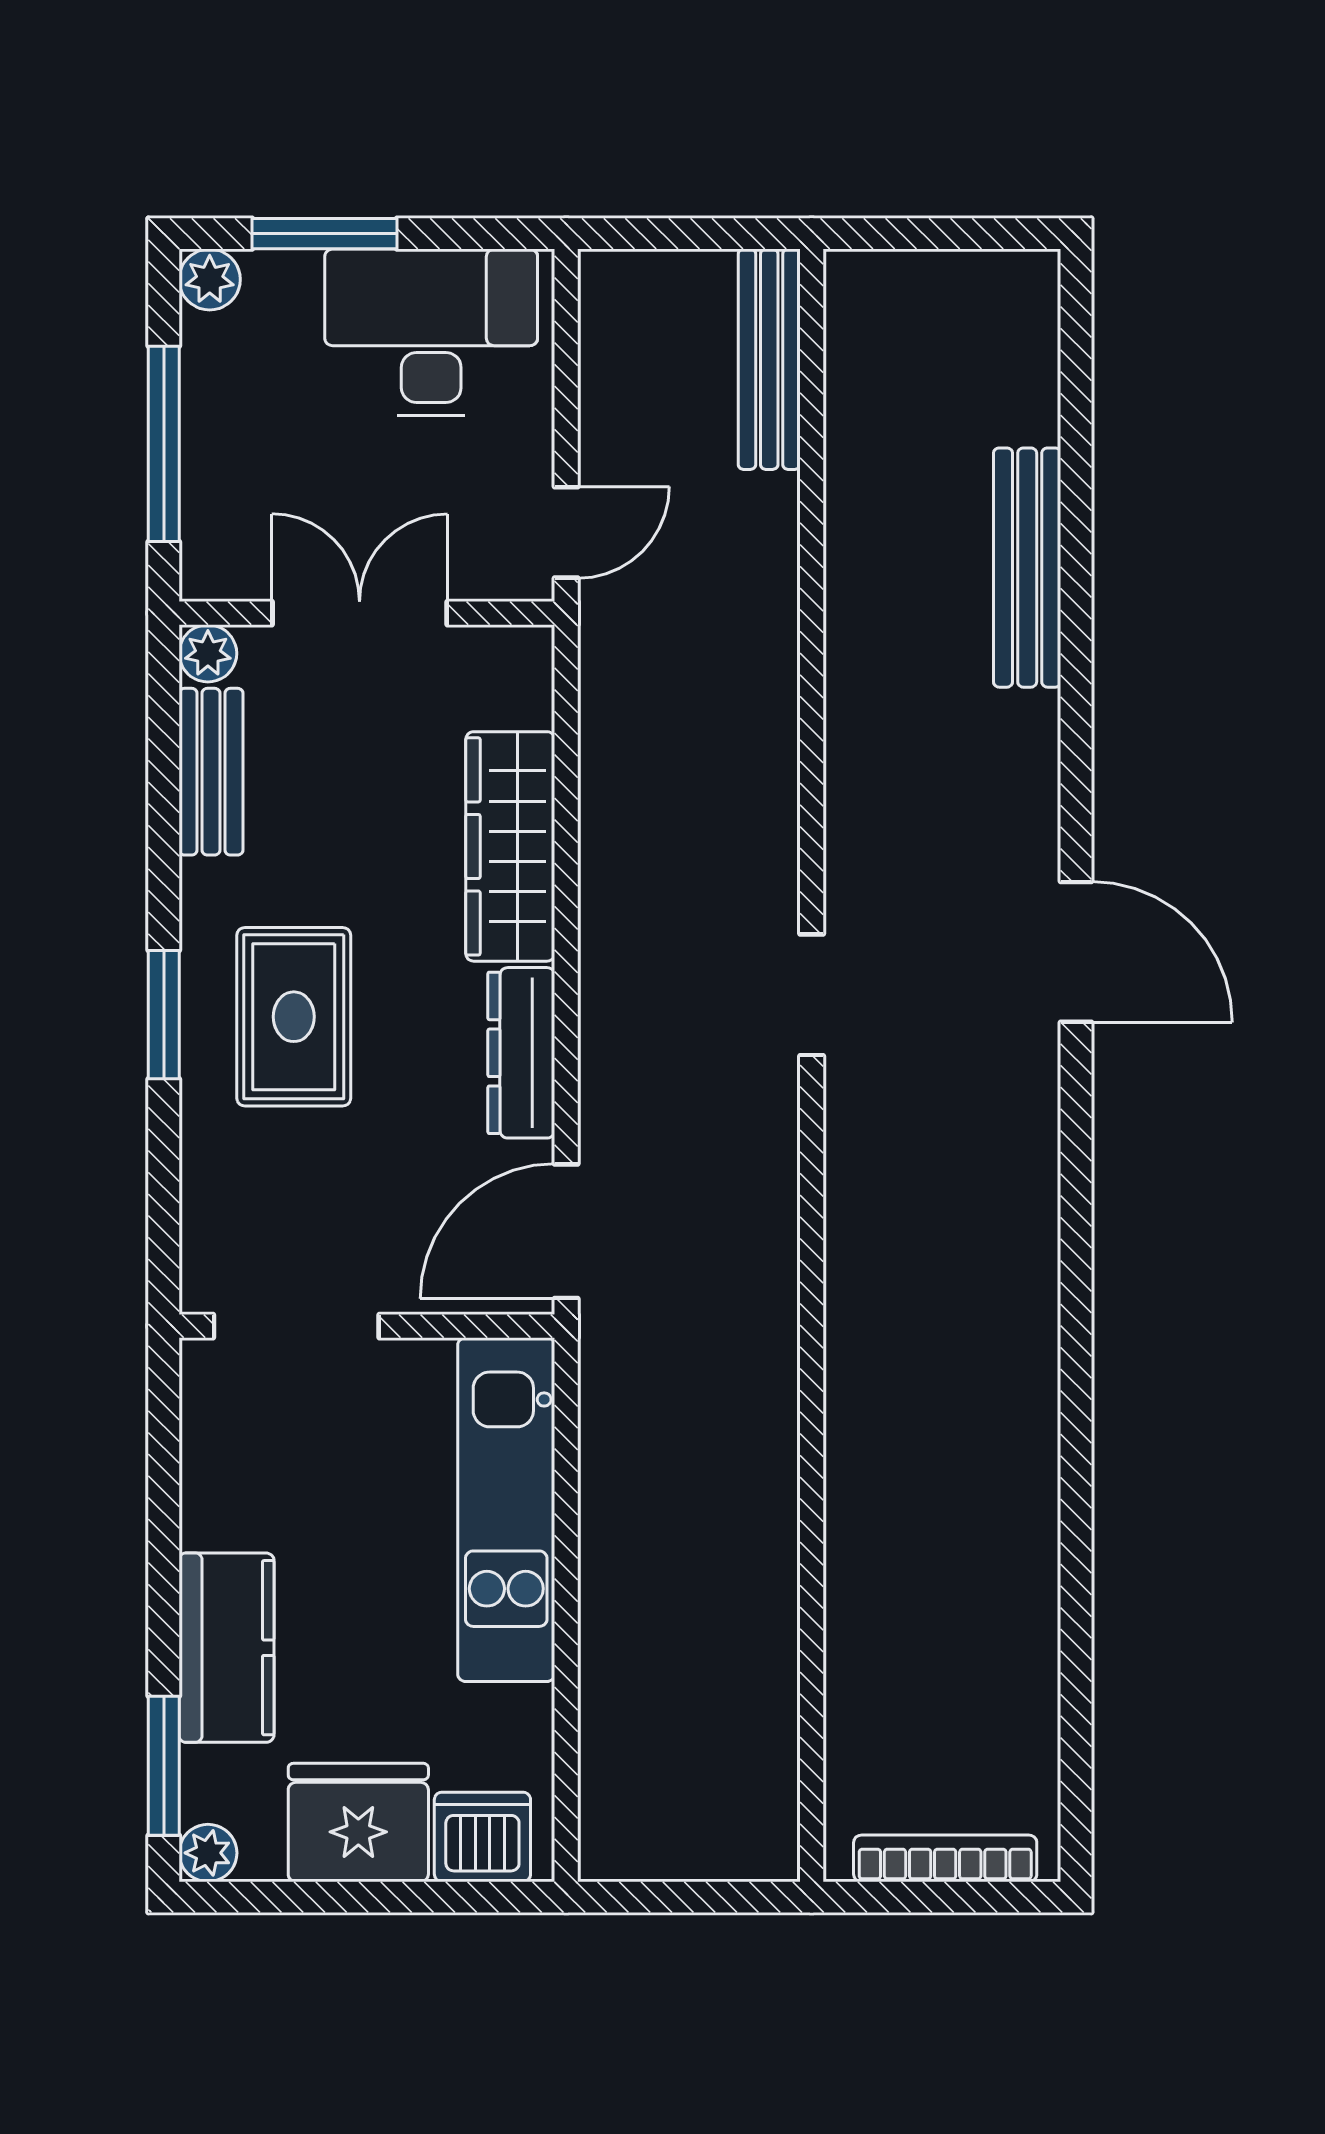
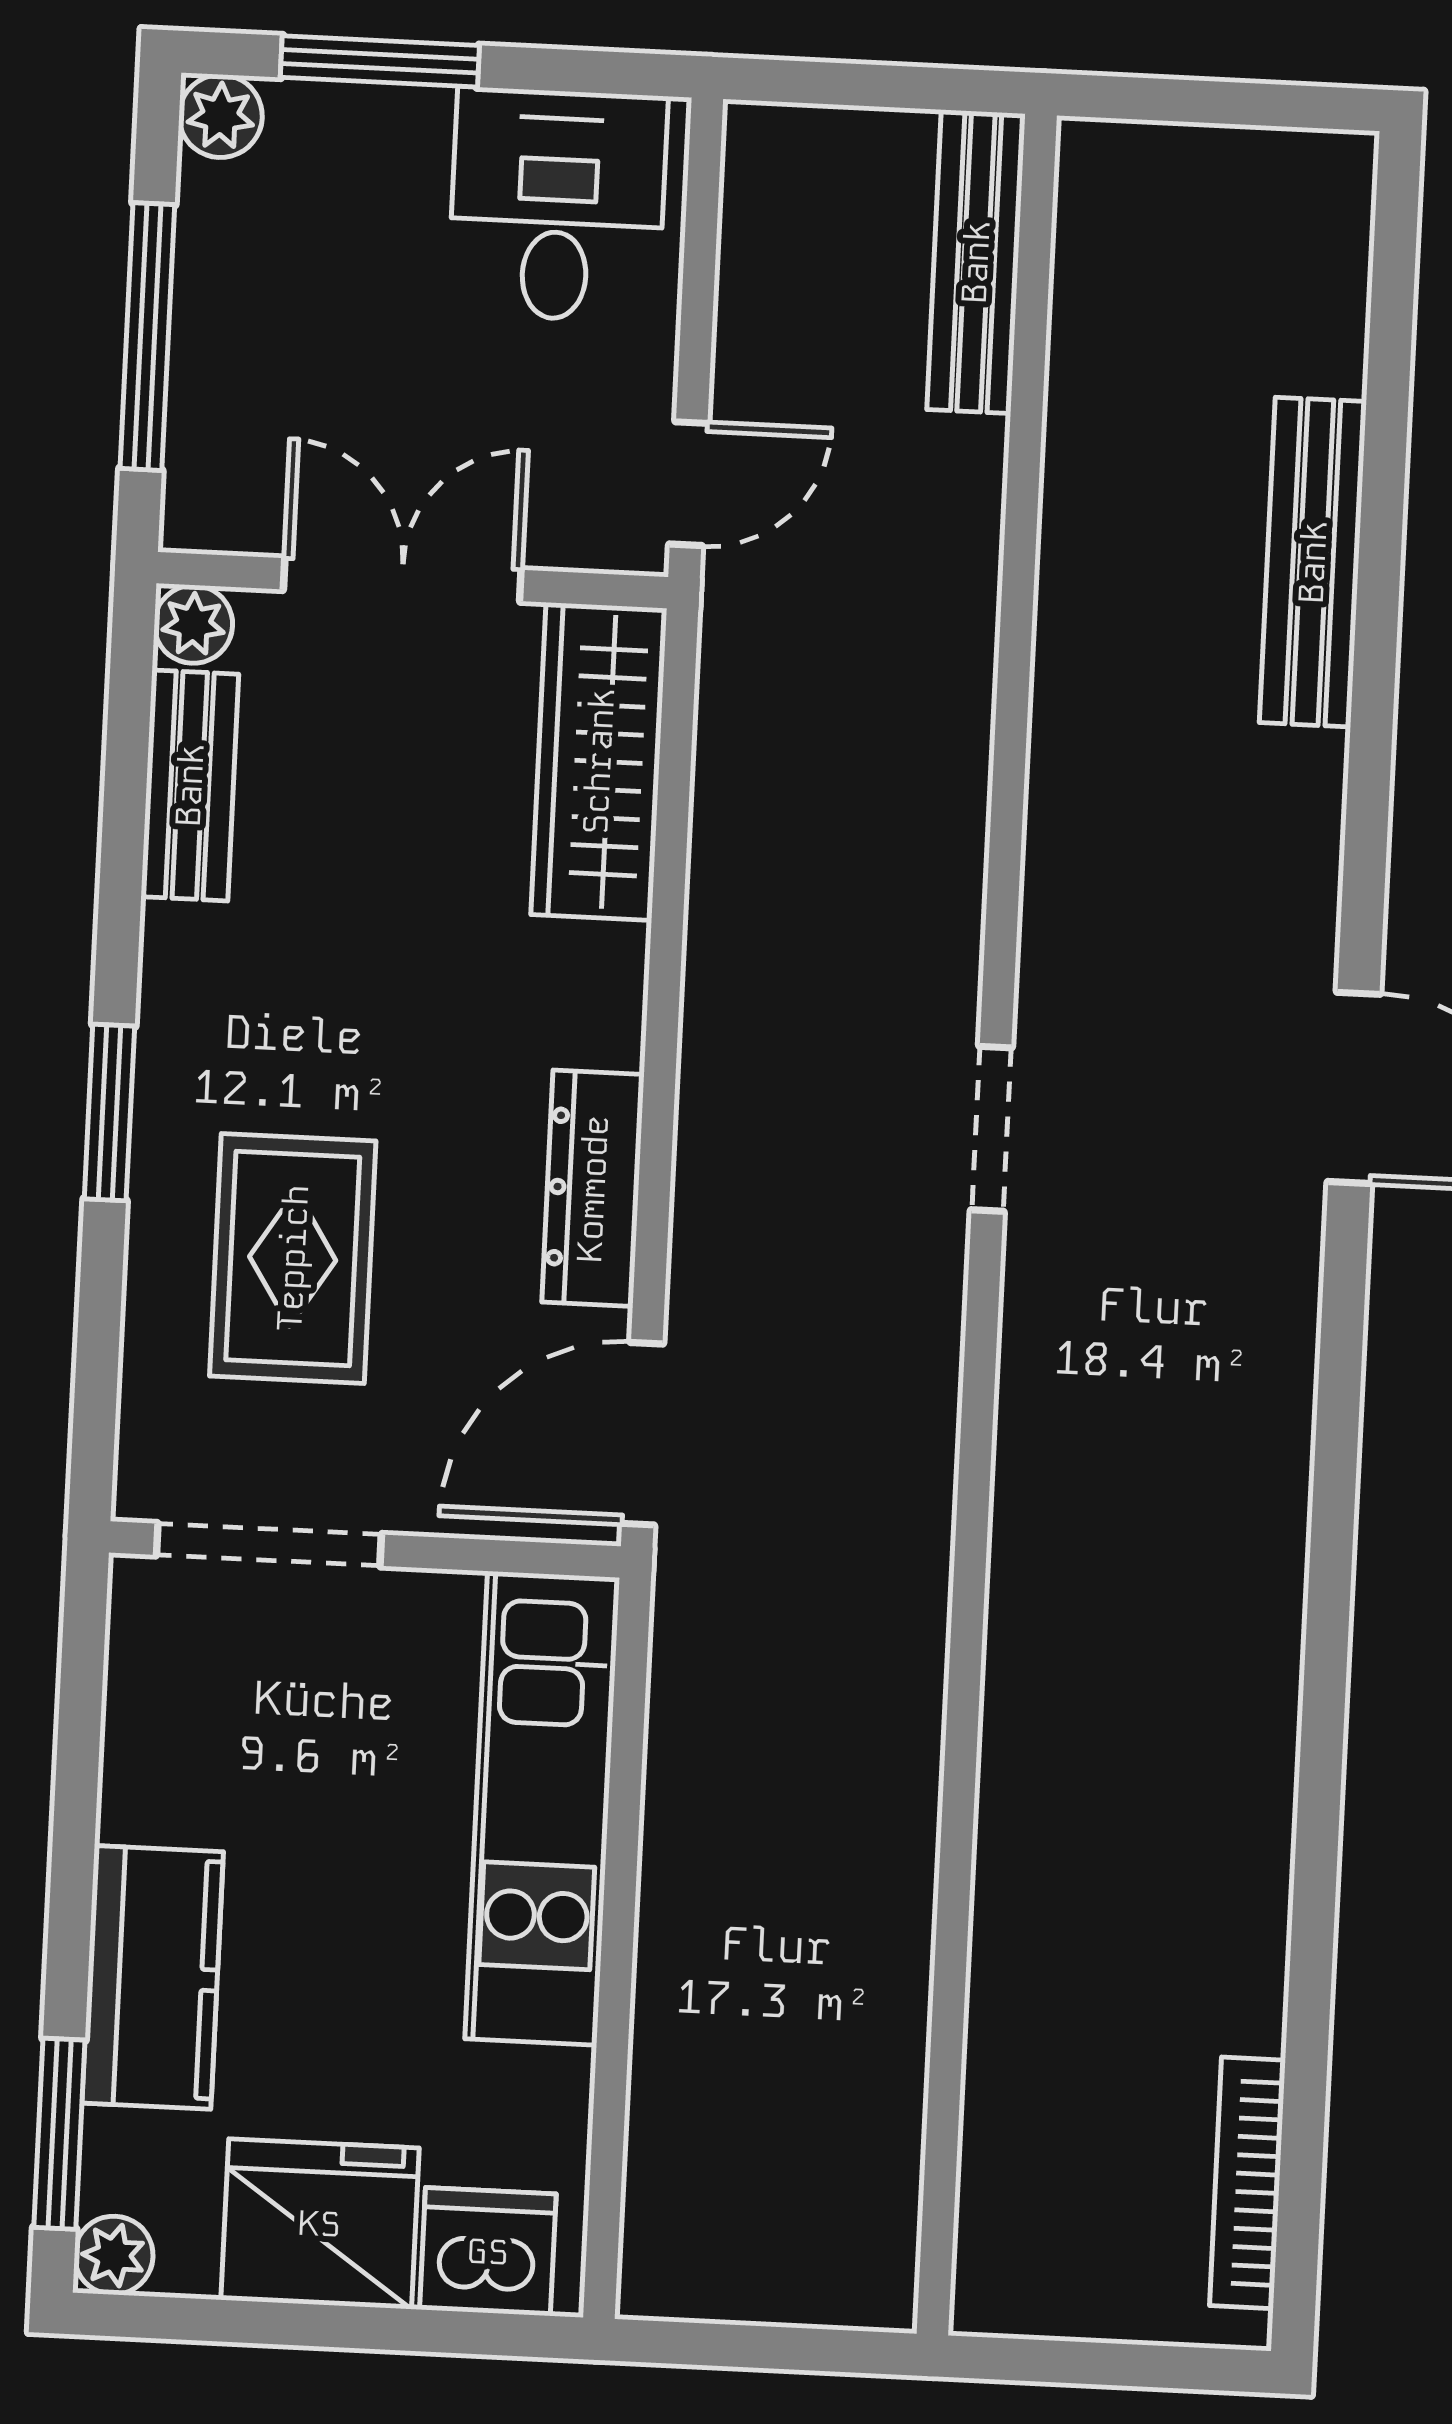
desk: (431, 332) -> (557, 205), width x0.73
wardrobe: (510, 846) -> (599, 761), moved
rug: (294, 1017) -> (293, 1258), moved
bookcase: (945, 1858) -> (1247, 2183), moved, turned -90

